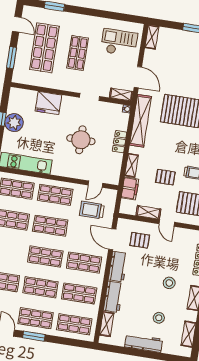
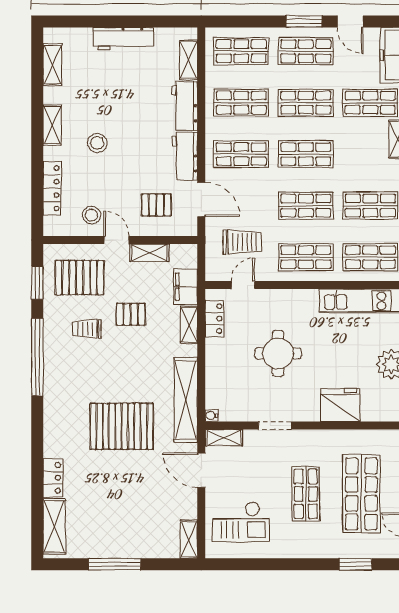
locker: (120, 142) -> (215, 319), moved
stool: (159, 318) -> (92, 215), moved

